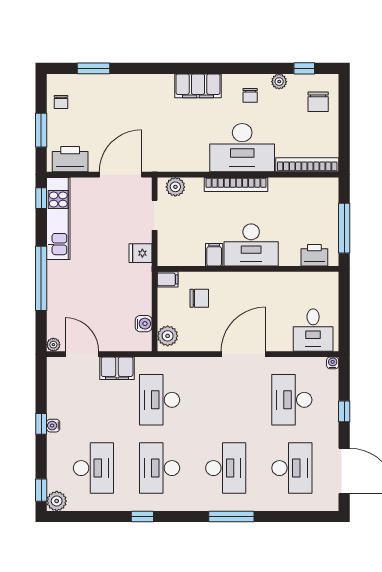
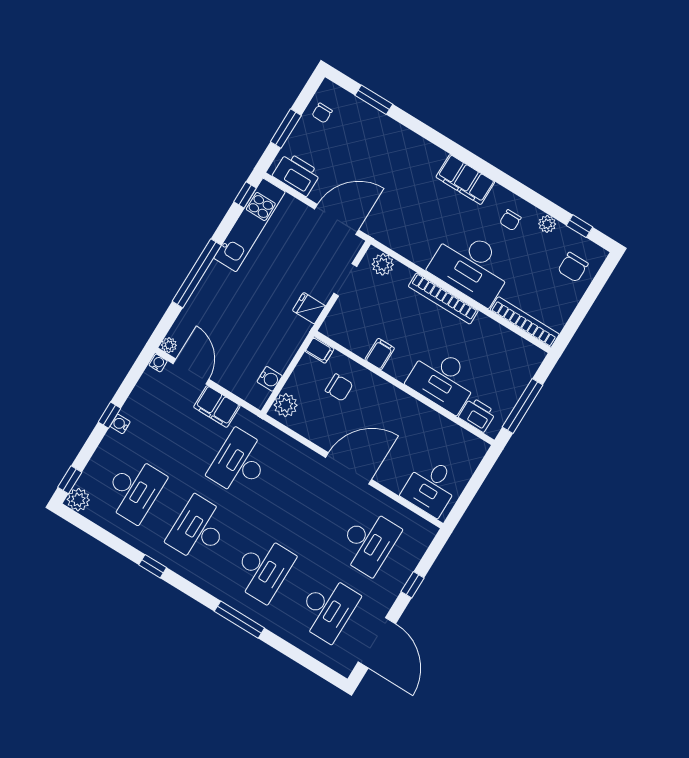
desk: (251, 245) -> (443, 380), moved
water cooler: (333, 363) -> (158, 363), moved
desk: (292, 400) -> (368, 542), turned 180

